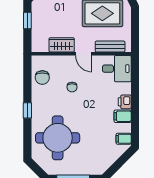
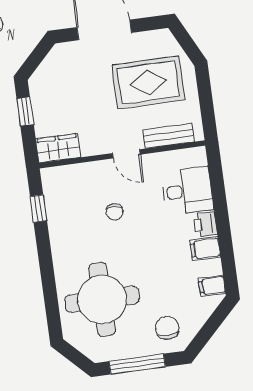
wardrobe: (62, 45) -> (58, 148), moved
desk: (117, 69) -> (187, 191), moved
chair: (42, 78) -> (167, 328), moved, turned 180
window: (27, 110) -> (38, 208), moved

